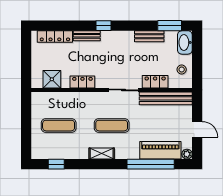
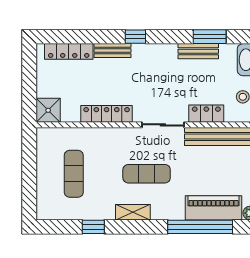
window: (170, 26) -> (210, 37), moved
shower: (52, 79) -> (48, 110), moved
locker: (82, 82) -> (107, 114), width x1.53
exercise mat: (59, 126) -> (74, 174), turned 90
window: (56, 164) -> (93, 227), moved

